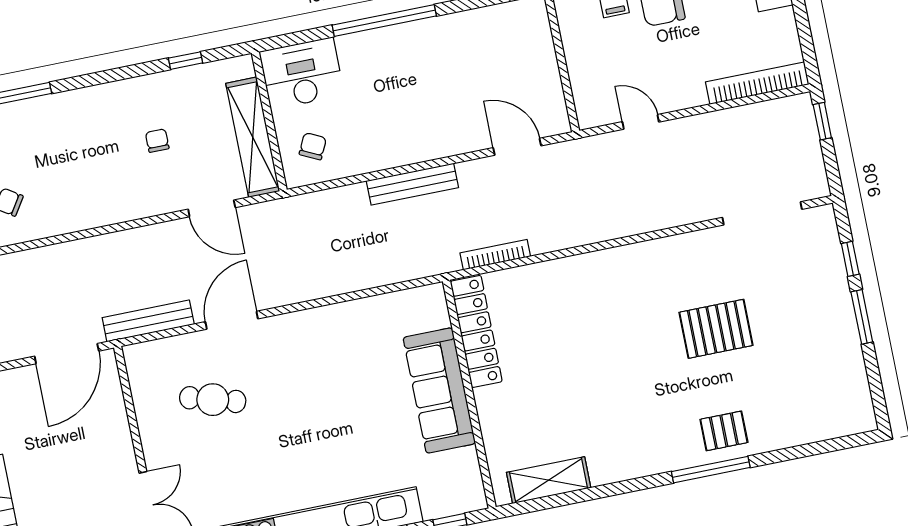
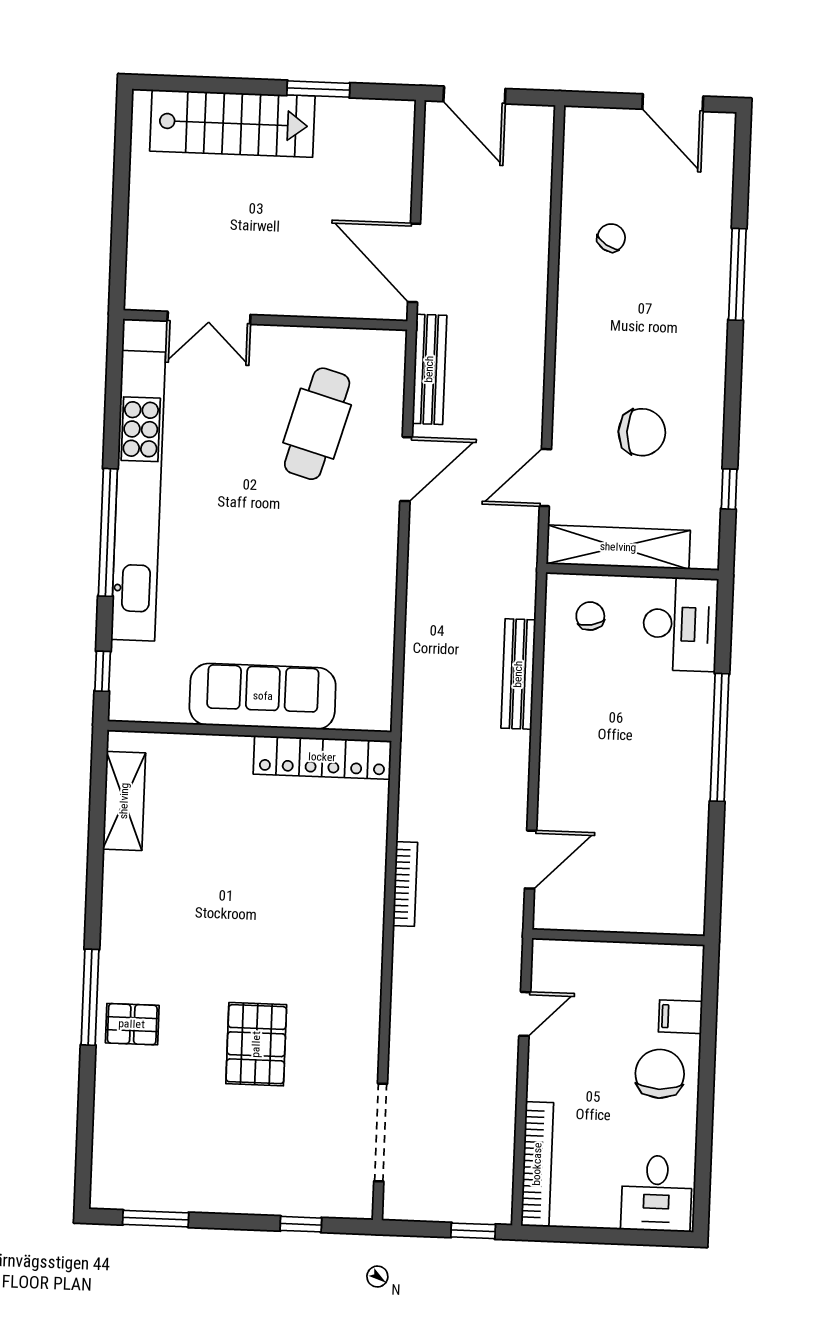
chair: (157, 141) -> (642, 432), width x1.87, depth x1.87
chair: (313, 146) -> (590, 616), turned -127
bench: (412, 184) -> (518, 674), moved
bookcase: (495, 255) -> (405, 884), moved
window: (862, 317) -> (156, 1219), moved
door: (232, 320) -> (406, 469), hinge flipped
cafe table: (213, 400) -> (317, 424), width x1.37, depth x1.35
pallet: (724, 431) -> (132, 1024), turned 90

